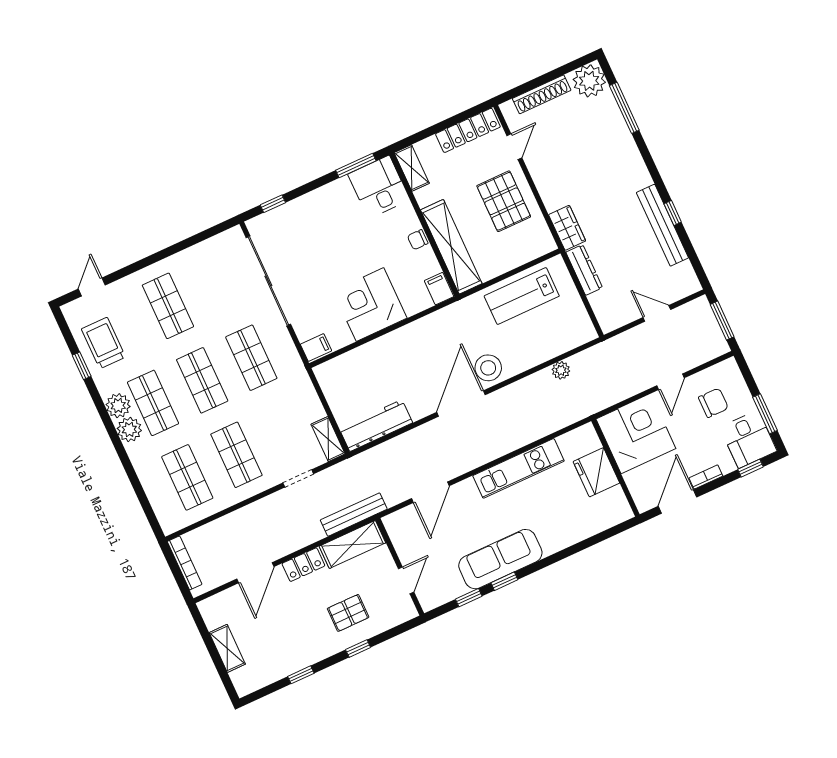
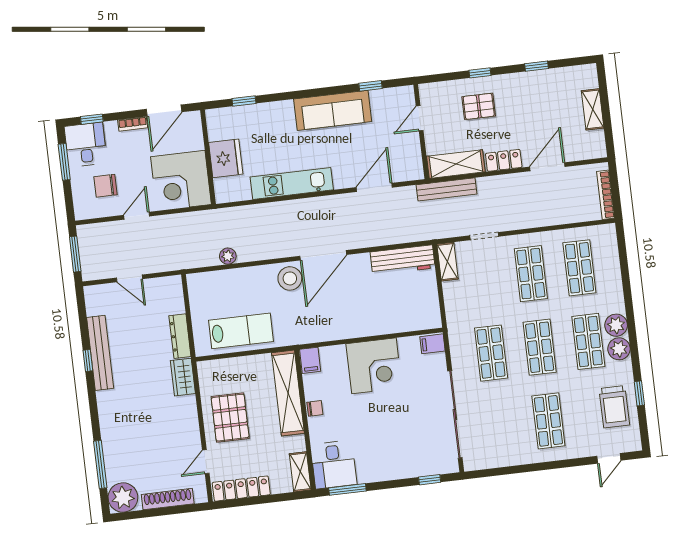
window: (504, 581) -> (244, 101), moved

